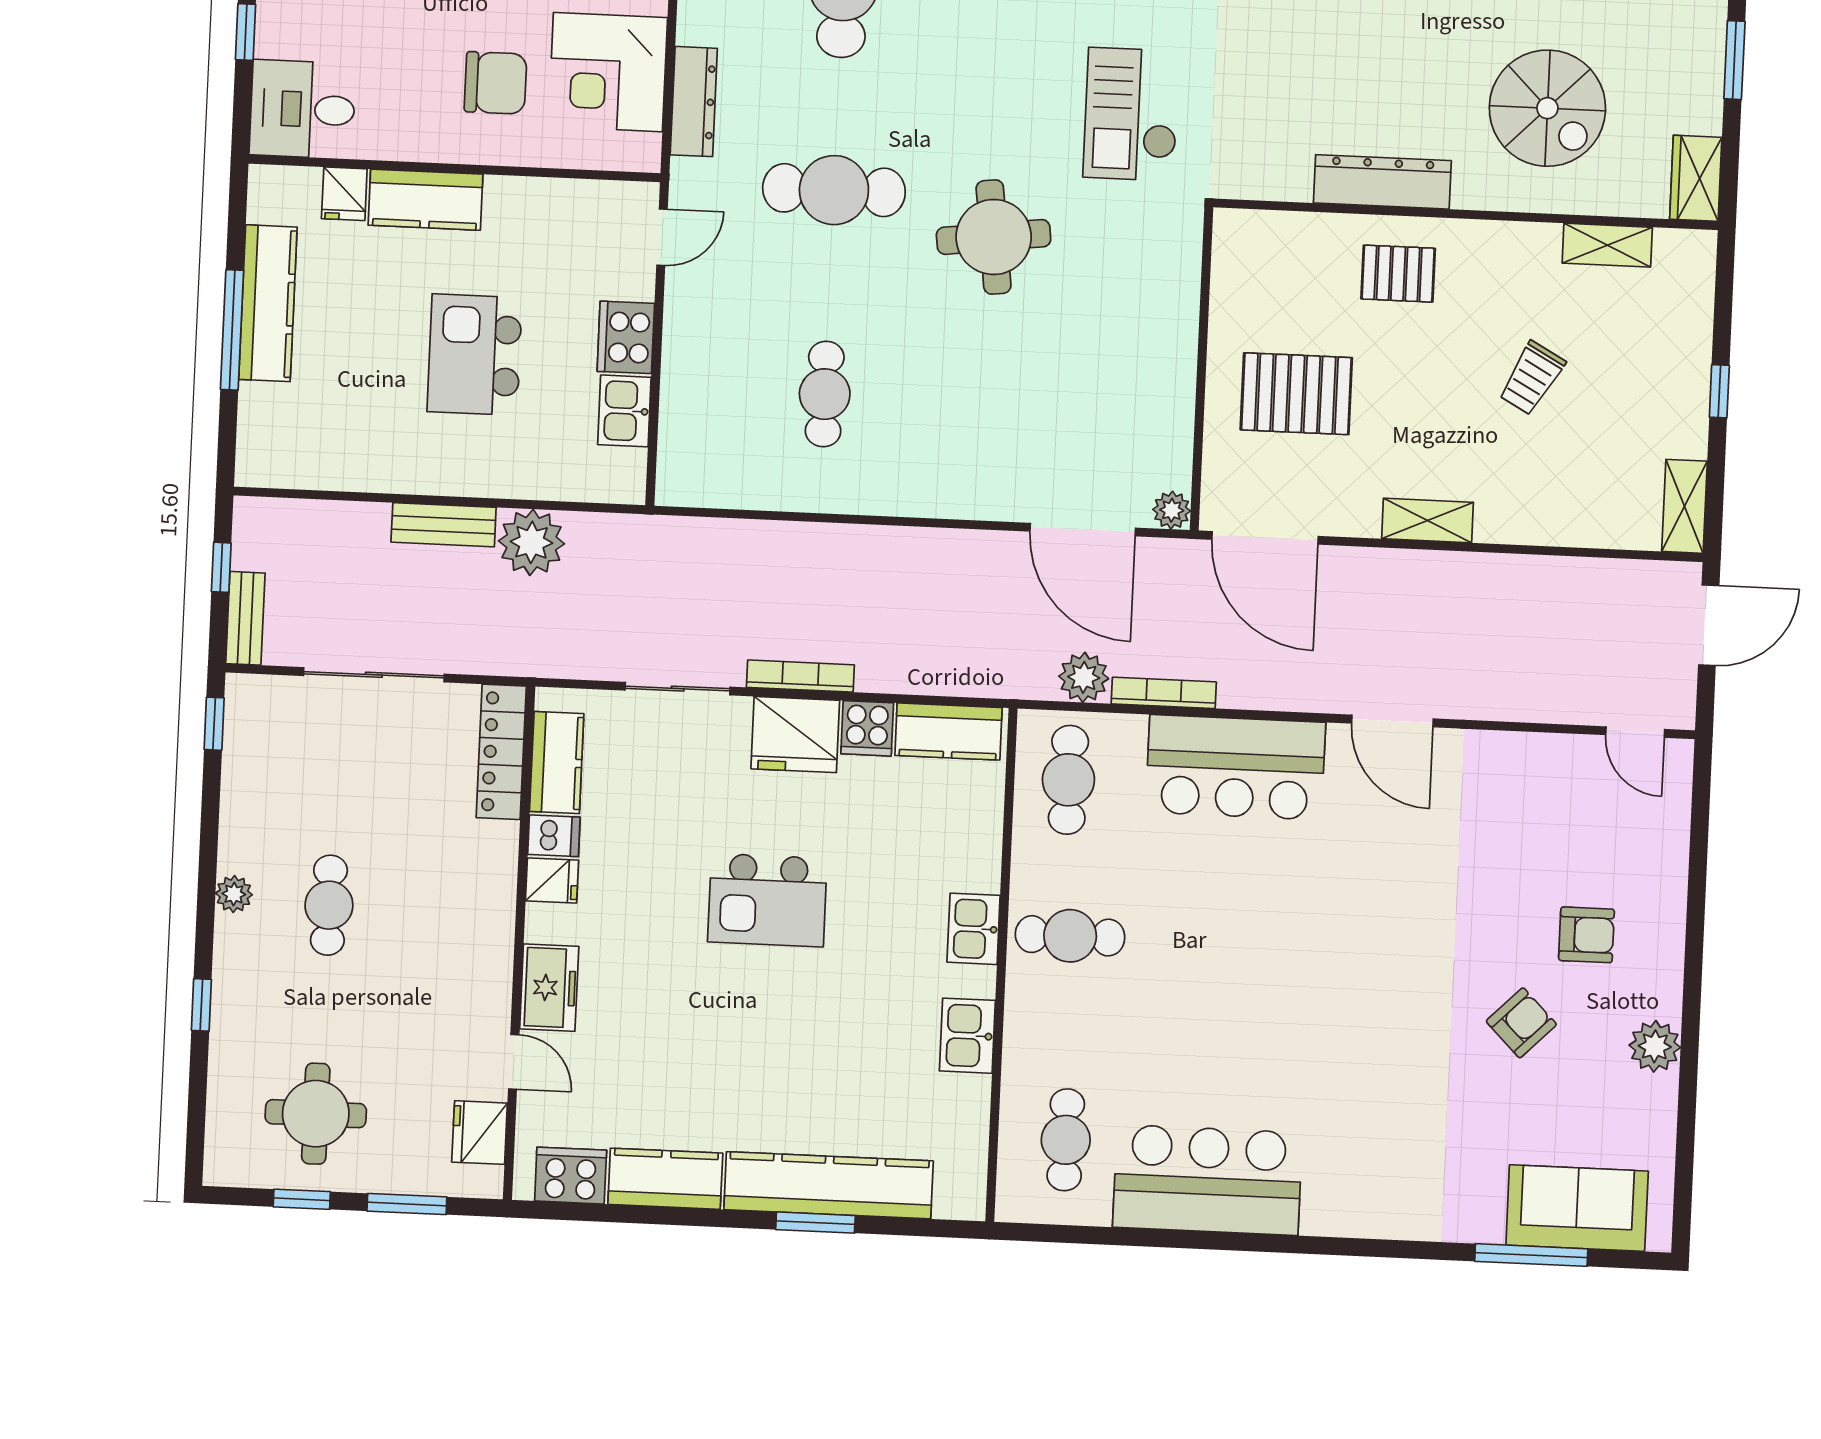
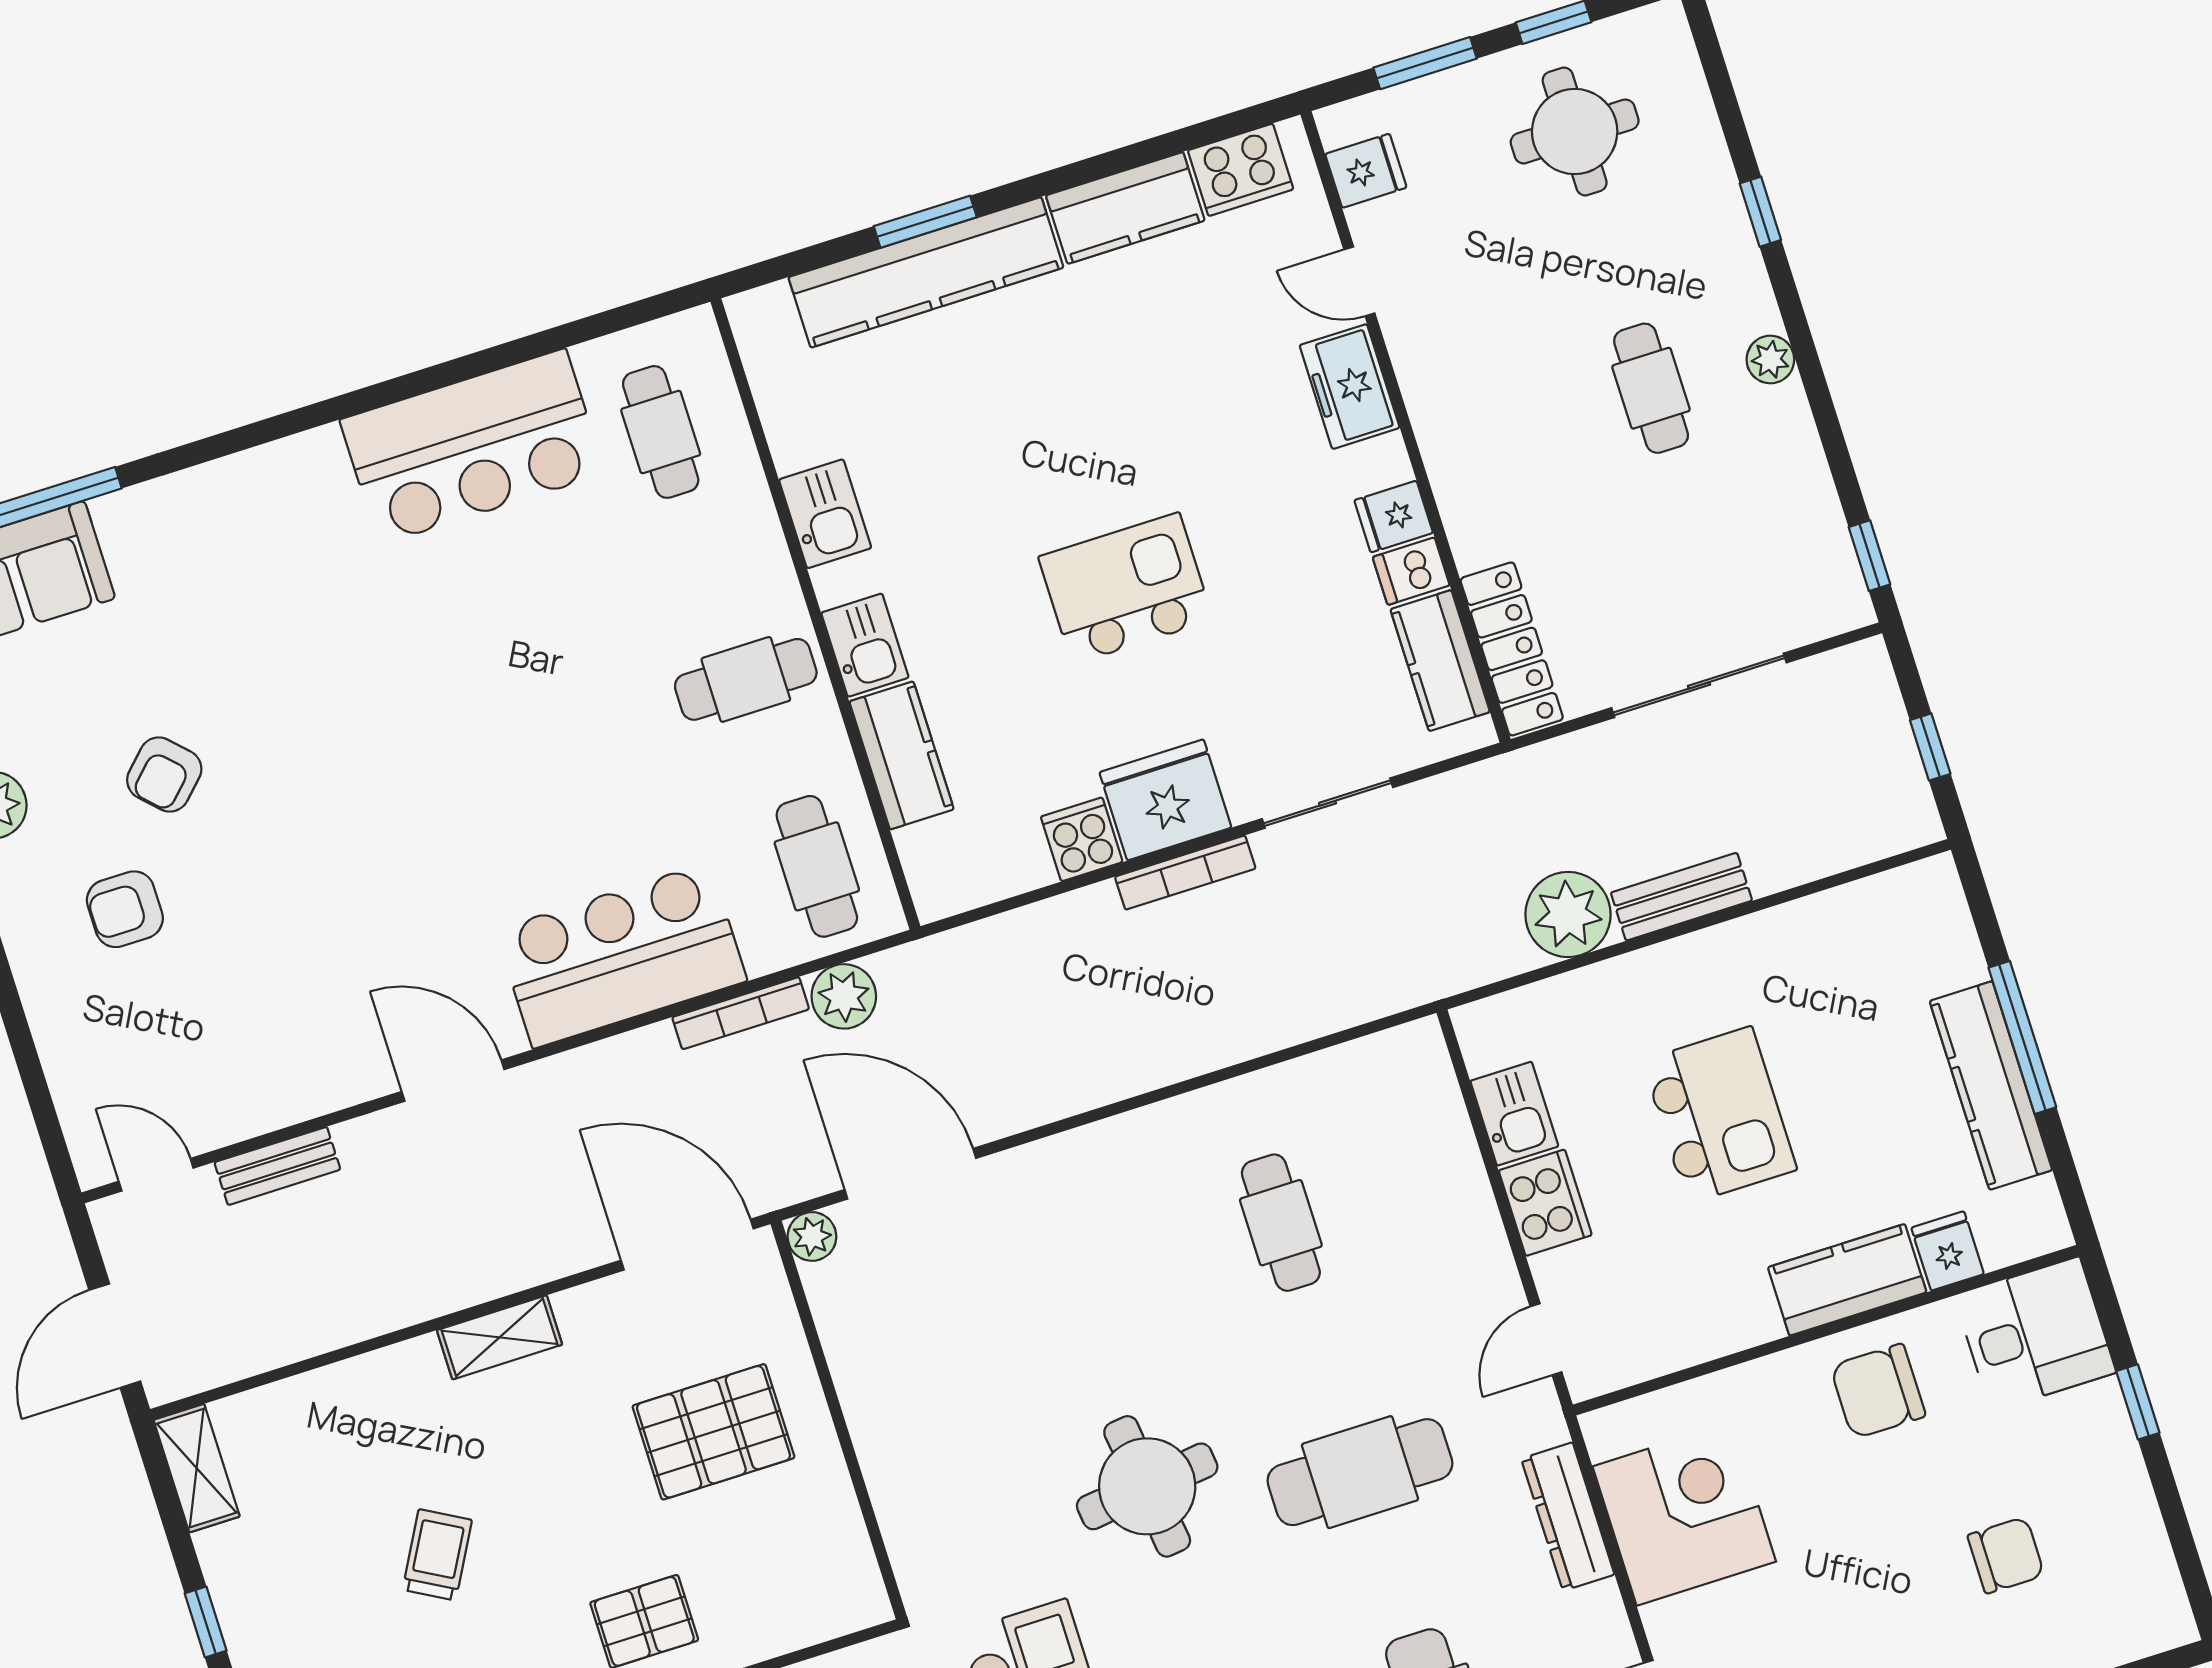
chair: (495, 83) -> (1878, 1391), moved
bench: (245, 618) -> (277, 1166), moved, turned 90
kitchen counter: (948, 732) -> (902, 755), moved, turned 90
fridge: (480, 1133) -> (1366, 171), width x0.72

